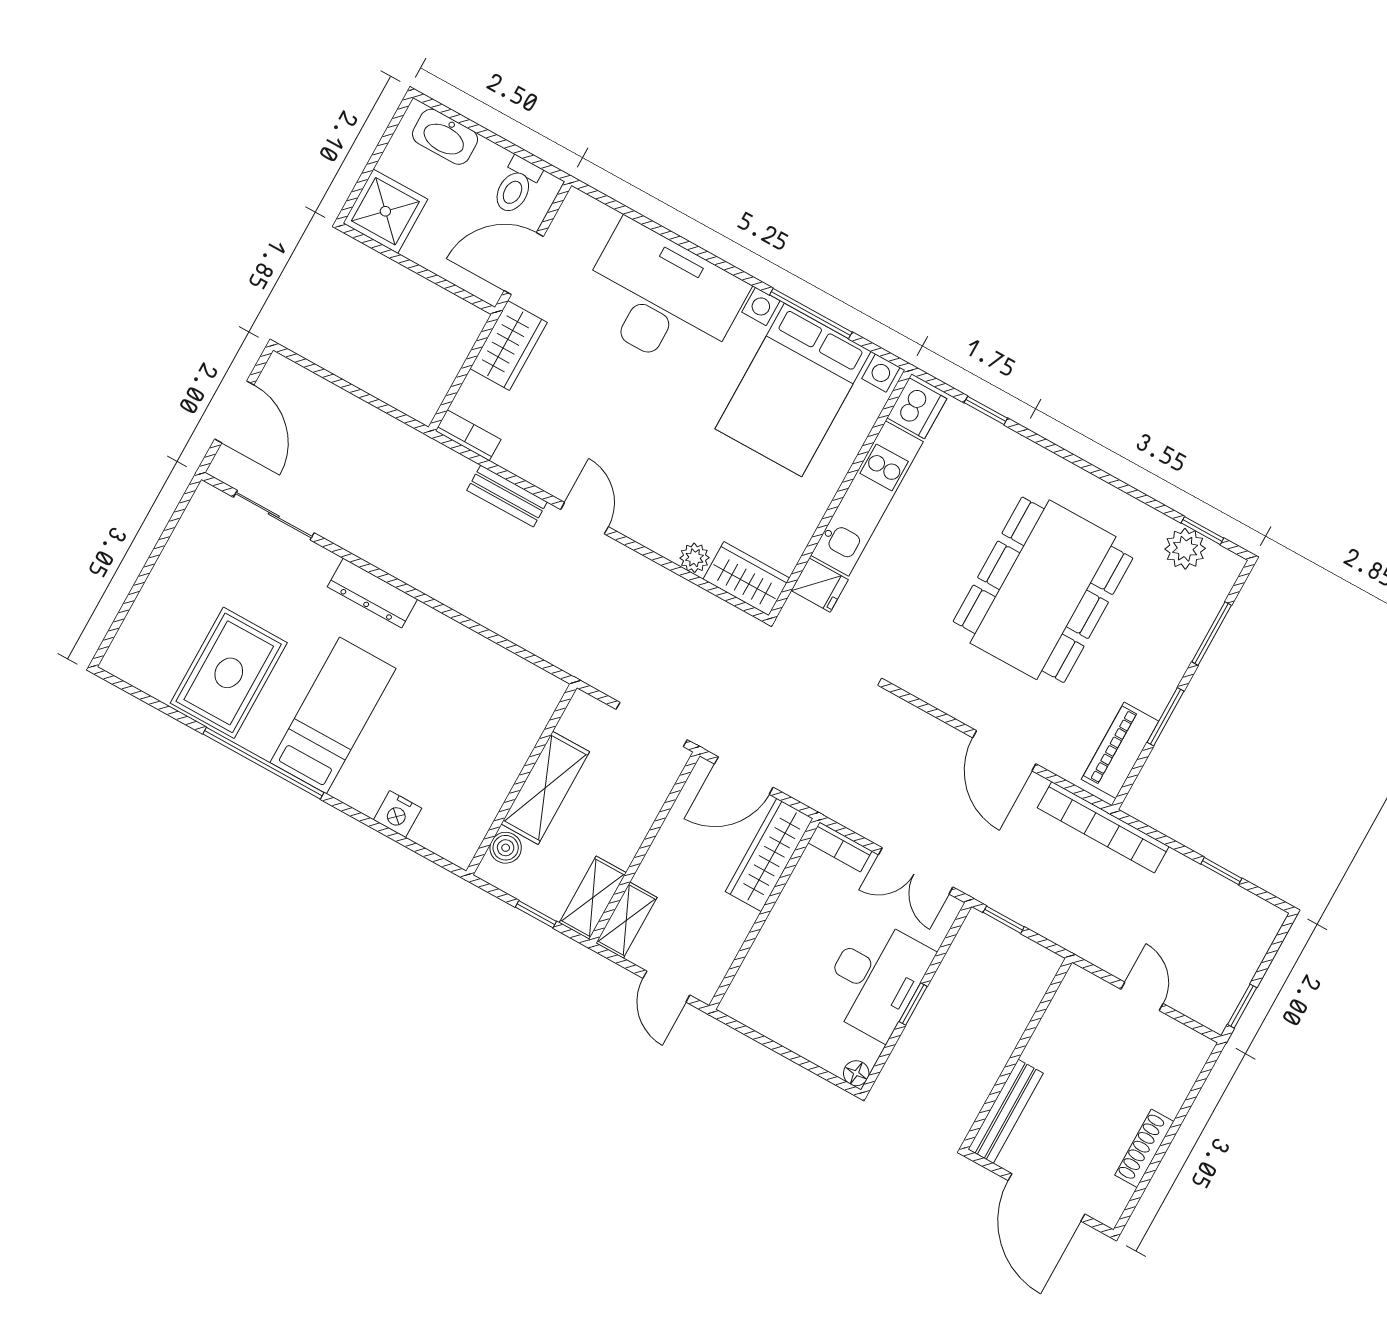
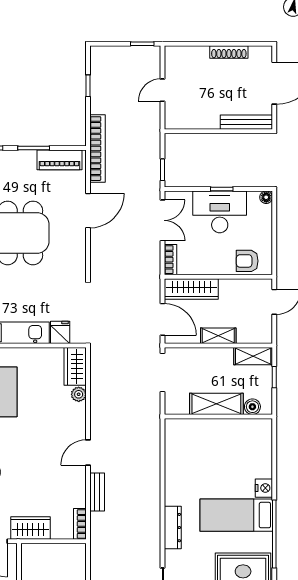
nightstand: (398, 814) -> (264, 488), moved
shelving: (626, 920) -> (218, 336), moved
armchair: (764, 979) -> (247, 261), added

